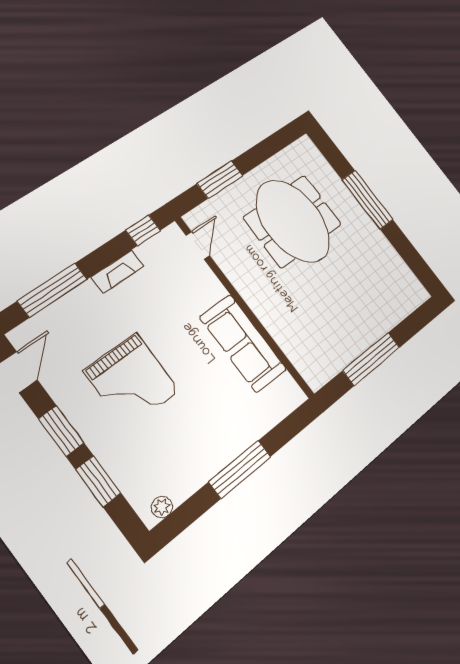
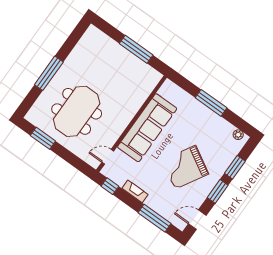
window: (220, 180) -> (43, 138), moved
sofa: (243, 343) -> (147, 128), width x1.36, depth x1.27
grand piano: (132, 381) -> (185, 167), turned -150

